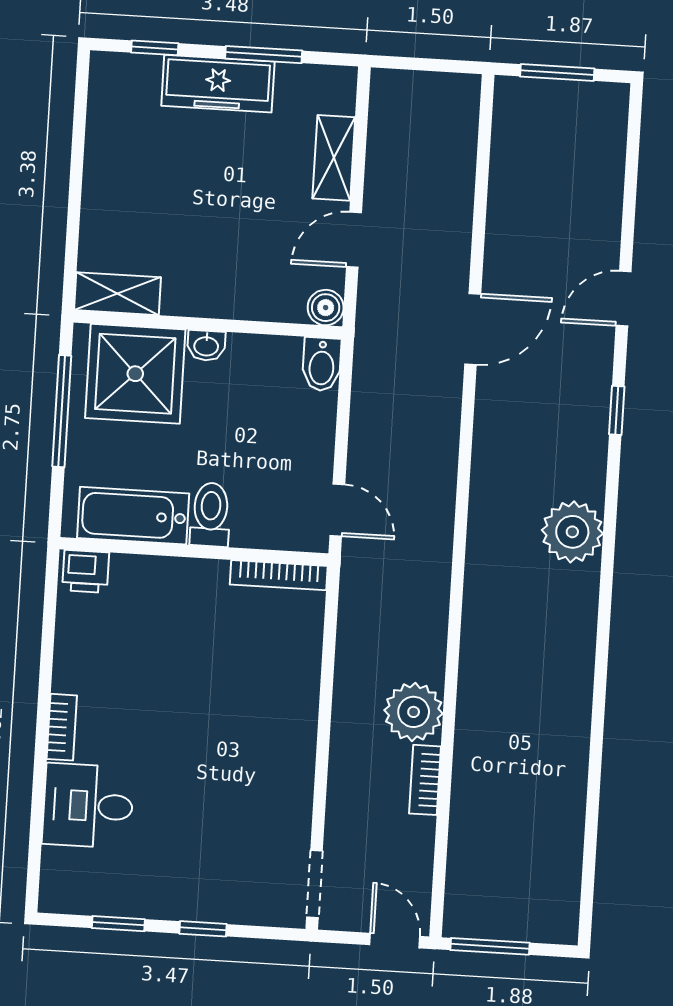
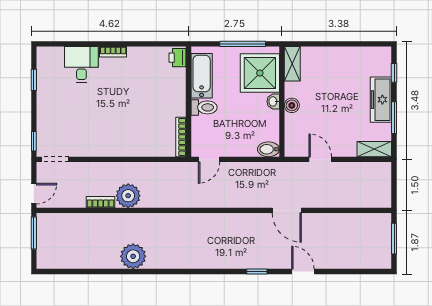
shelving: (334, 158) -> (374, 149), moved
boiler: (326, 308) -> (292, 105), moved
plant: (572, 532) -> (133, 256), moved
window: (203, 929) -> (34, 141), moved

